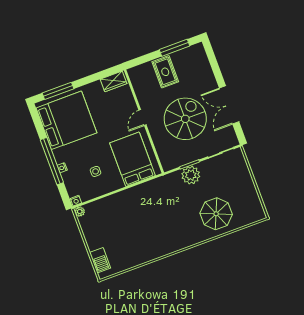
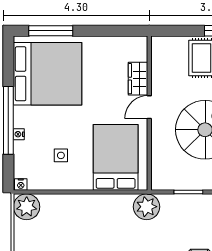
wardrobe: (114, 81) -> (138, 79), moved, turned 90
plant: (191, 175) -> (147, 207), moved
plant: (80, 212) -> (27, 207), width x1.88, depth x1.88

